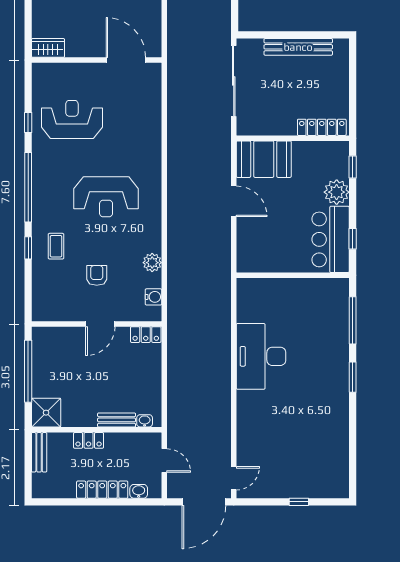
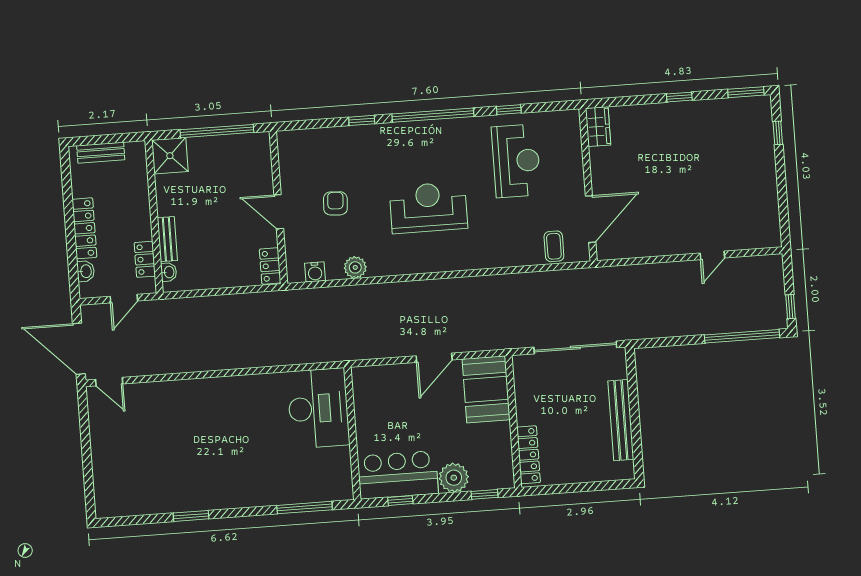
reception desk: (106, 197) -> (428, 208), turned 90
coffee table: (56, 246) -> (554, 246), moved, turned 90
armchair: (97, 275) -> (335, 203), turned -87
desk: (261, 356) -> (318, 408), moved, turned 90
window: (353, 377) -> (191, 516), moved
locker: (89, 440) -> (145, 259), moved
bench: (39, 452) -> (101, 153), moved
window: (299, 502) -> (87, 460), removed

